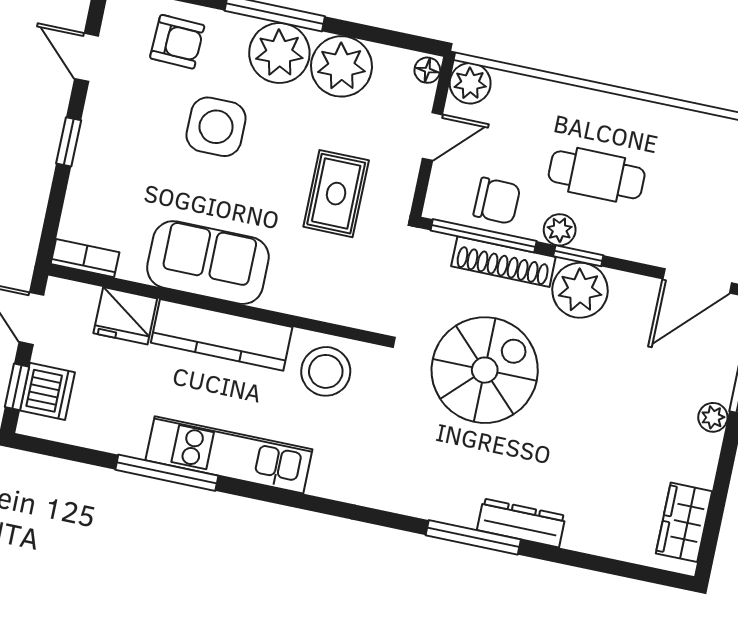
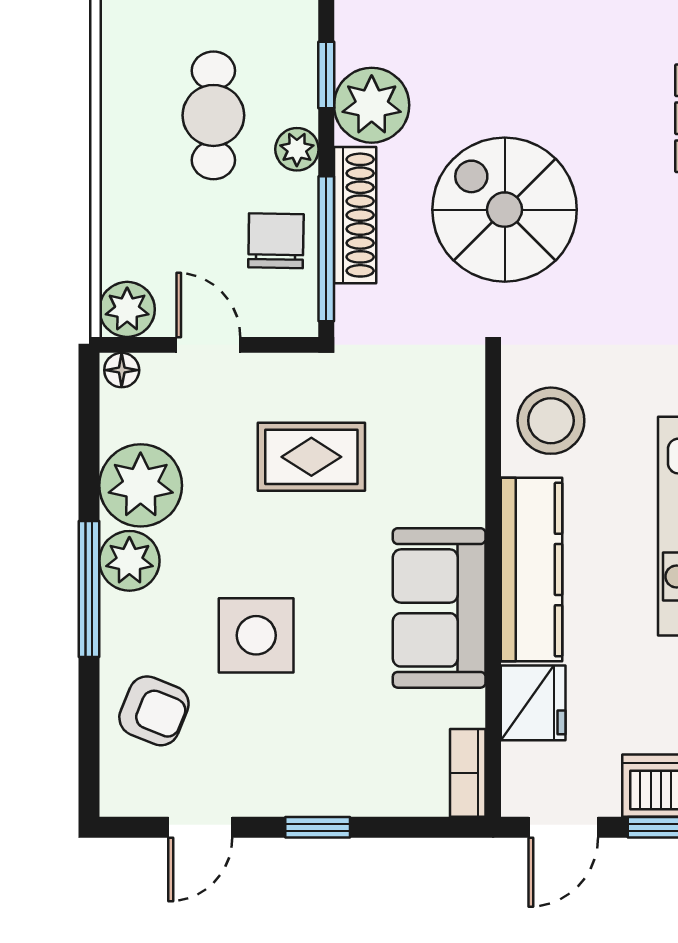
armchair: (177, 42) -> (154, 711), turned 110
plant: (279, 53) -> (129, 561), width x0.73, depth x0.73
window: (578, 256) -> (326, 75), moved

